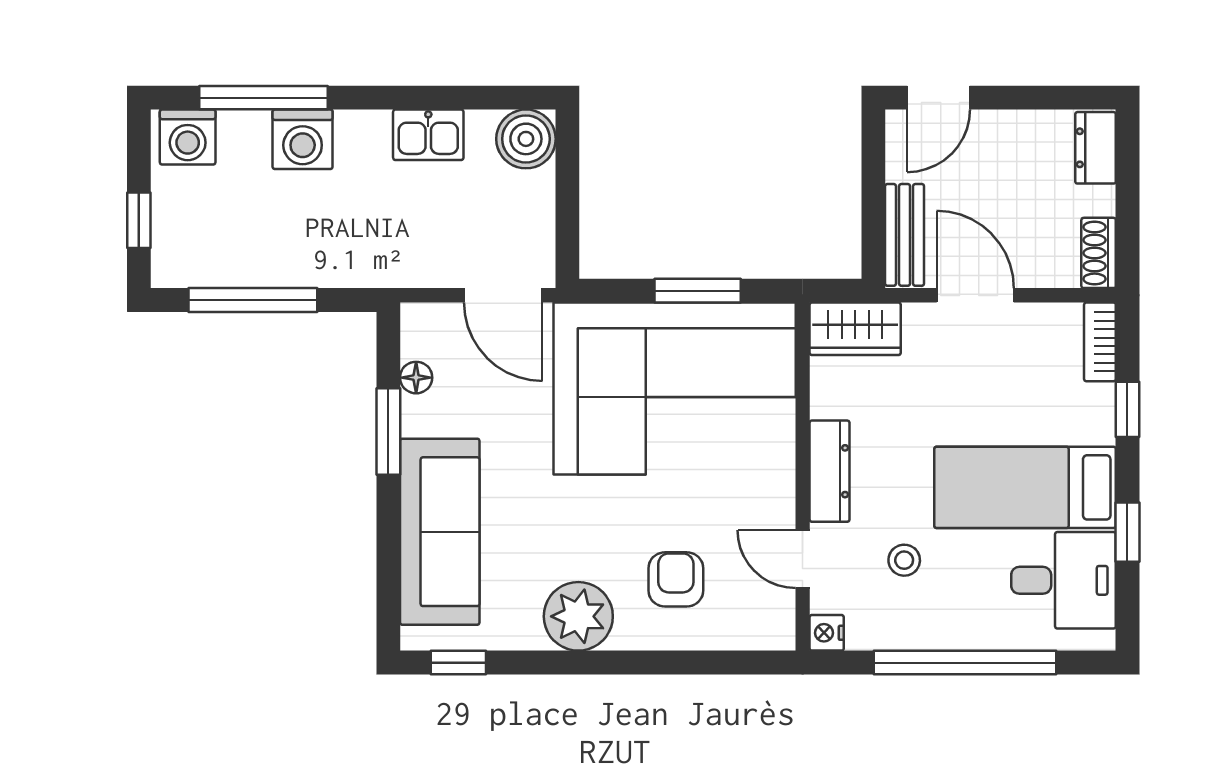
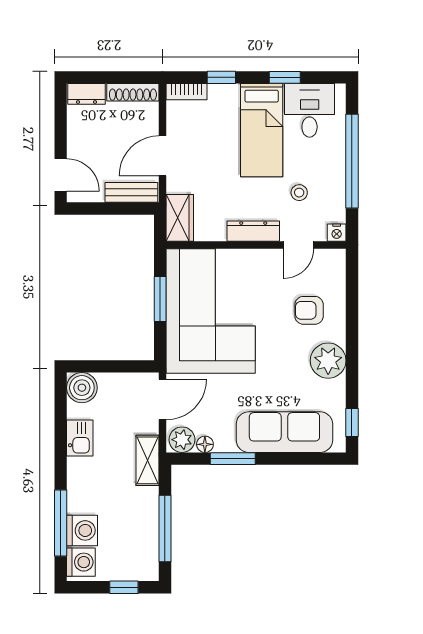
washing machine: (303, 139) -> (82, 530), moved
shoe rack: (1099, 253) -> (133, 92), width x1.43
shelving: (385, 266) -> (148, 460), added
plant: (425, 333) -> (182, 440), added

